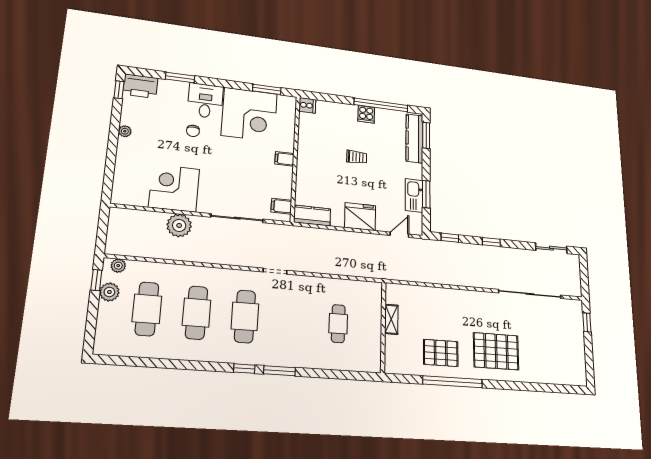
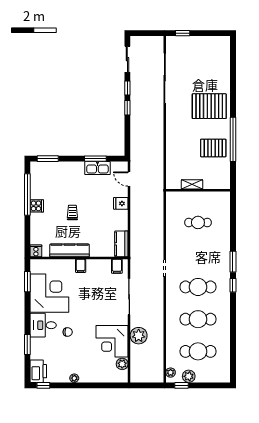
kitchen counter: (414, 138) -> (70, 250), moved, turned 180
plant: (139, 198) -> (122, 364), added
fridge: (360, 217) -> (121, 203), width x0.53, depth x0.75
window: (450, 238) -> (127, 88), moved
pallet: (496, 351) -> (209, 106), turned 90
pallet: (441, 353) -> (213, 148), turned 90

